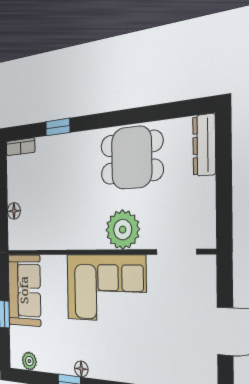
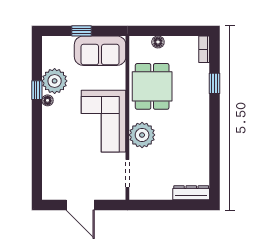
dining table: (131, 158) -> (152, 86), moved
plant: (29, 361) -> (55, 81), moved, width x1.88, depth x1.88

